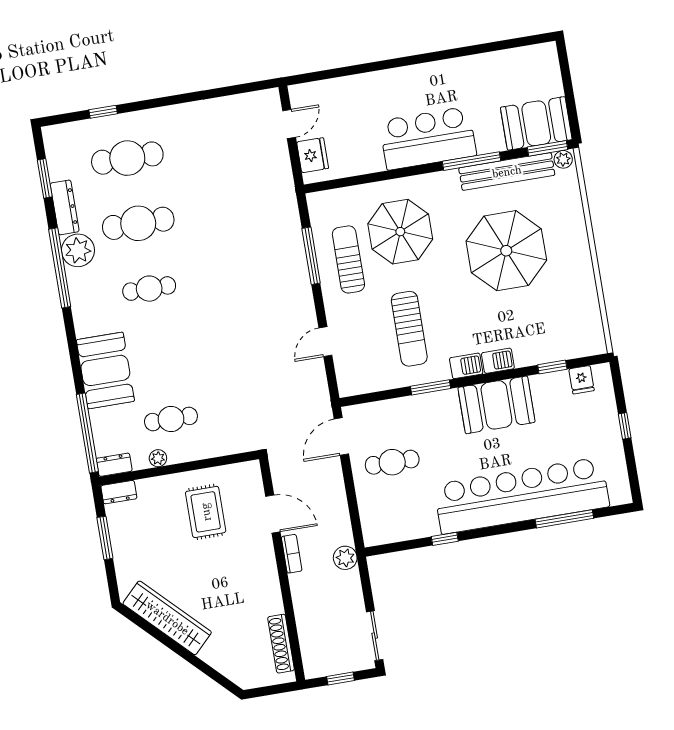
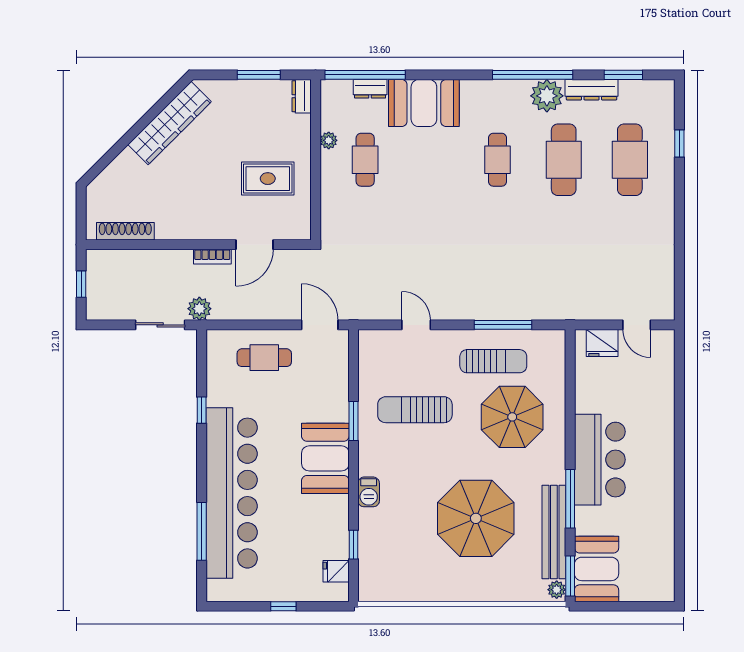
barbecue: (466, 366) -> (369, 460), removed
booth: (496, 405) -> (325, 458), moved
cafe table: (392, 462) -> (264, 358), moved, turned 90
dresser: (114, 465) -> (370, 89), moved, turned 90
sliding door: (375, 636) -> (160, 325), moved

